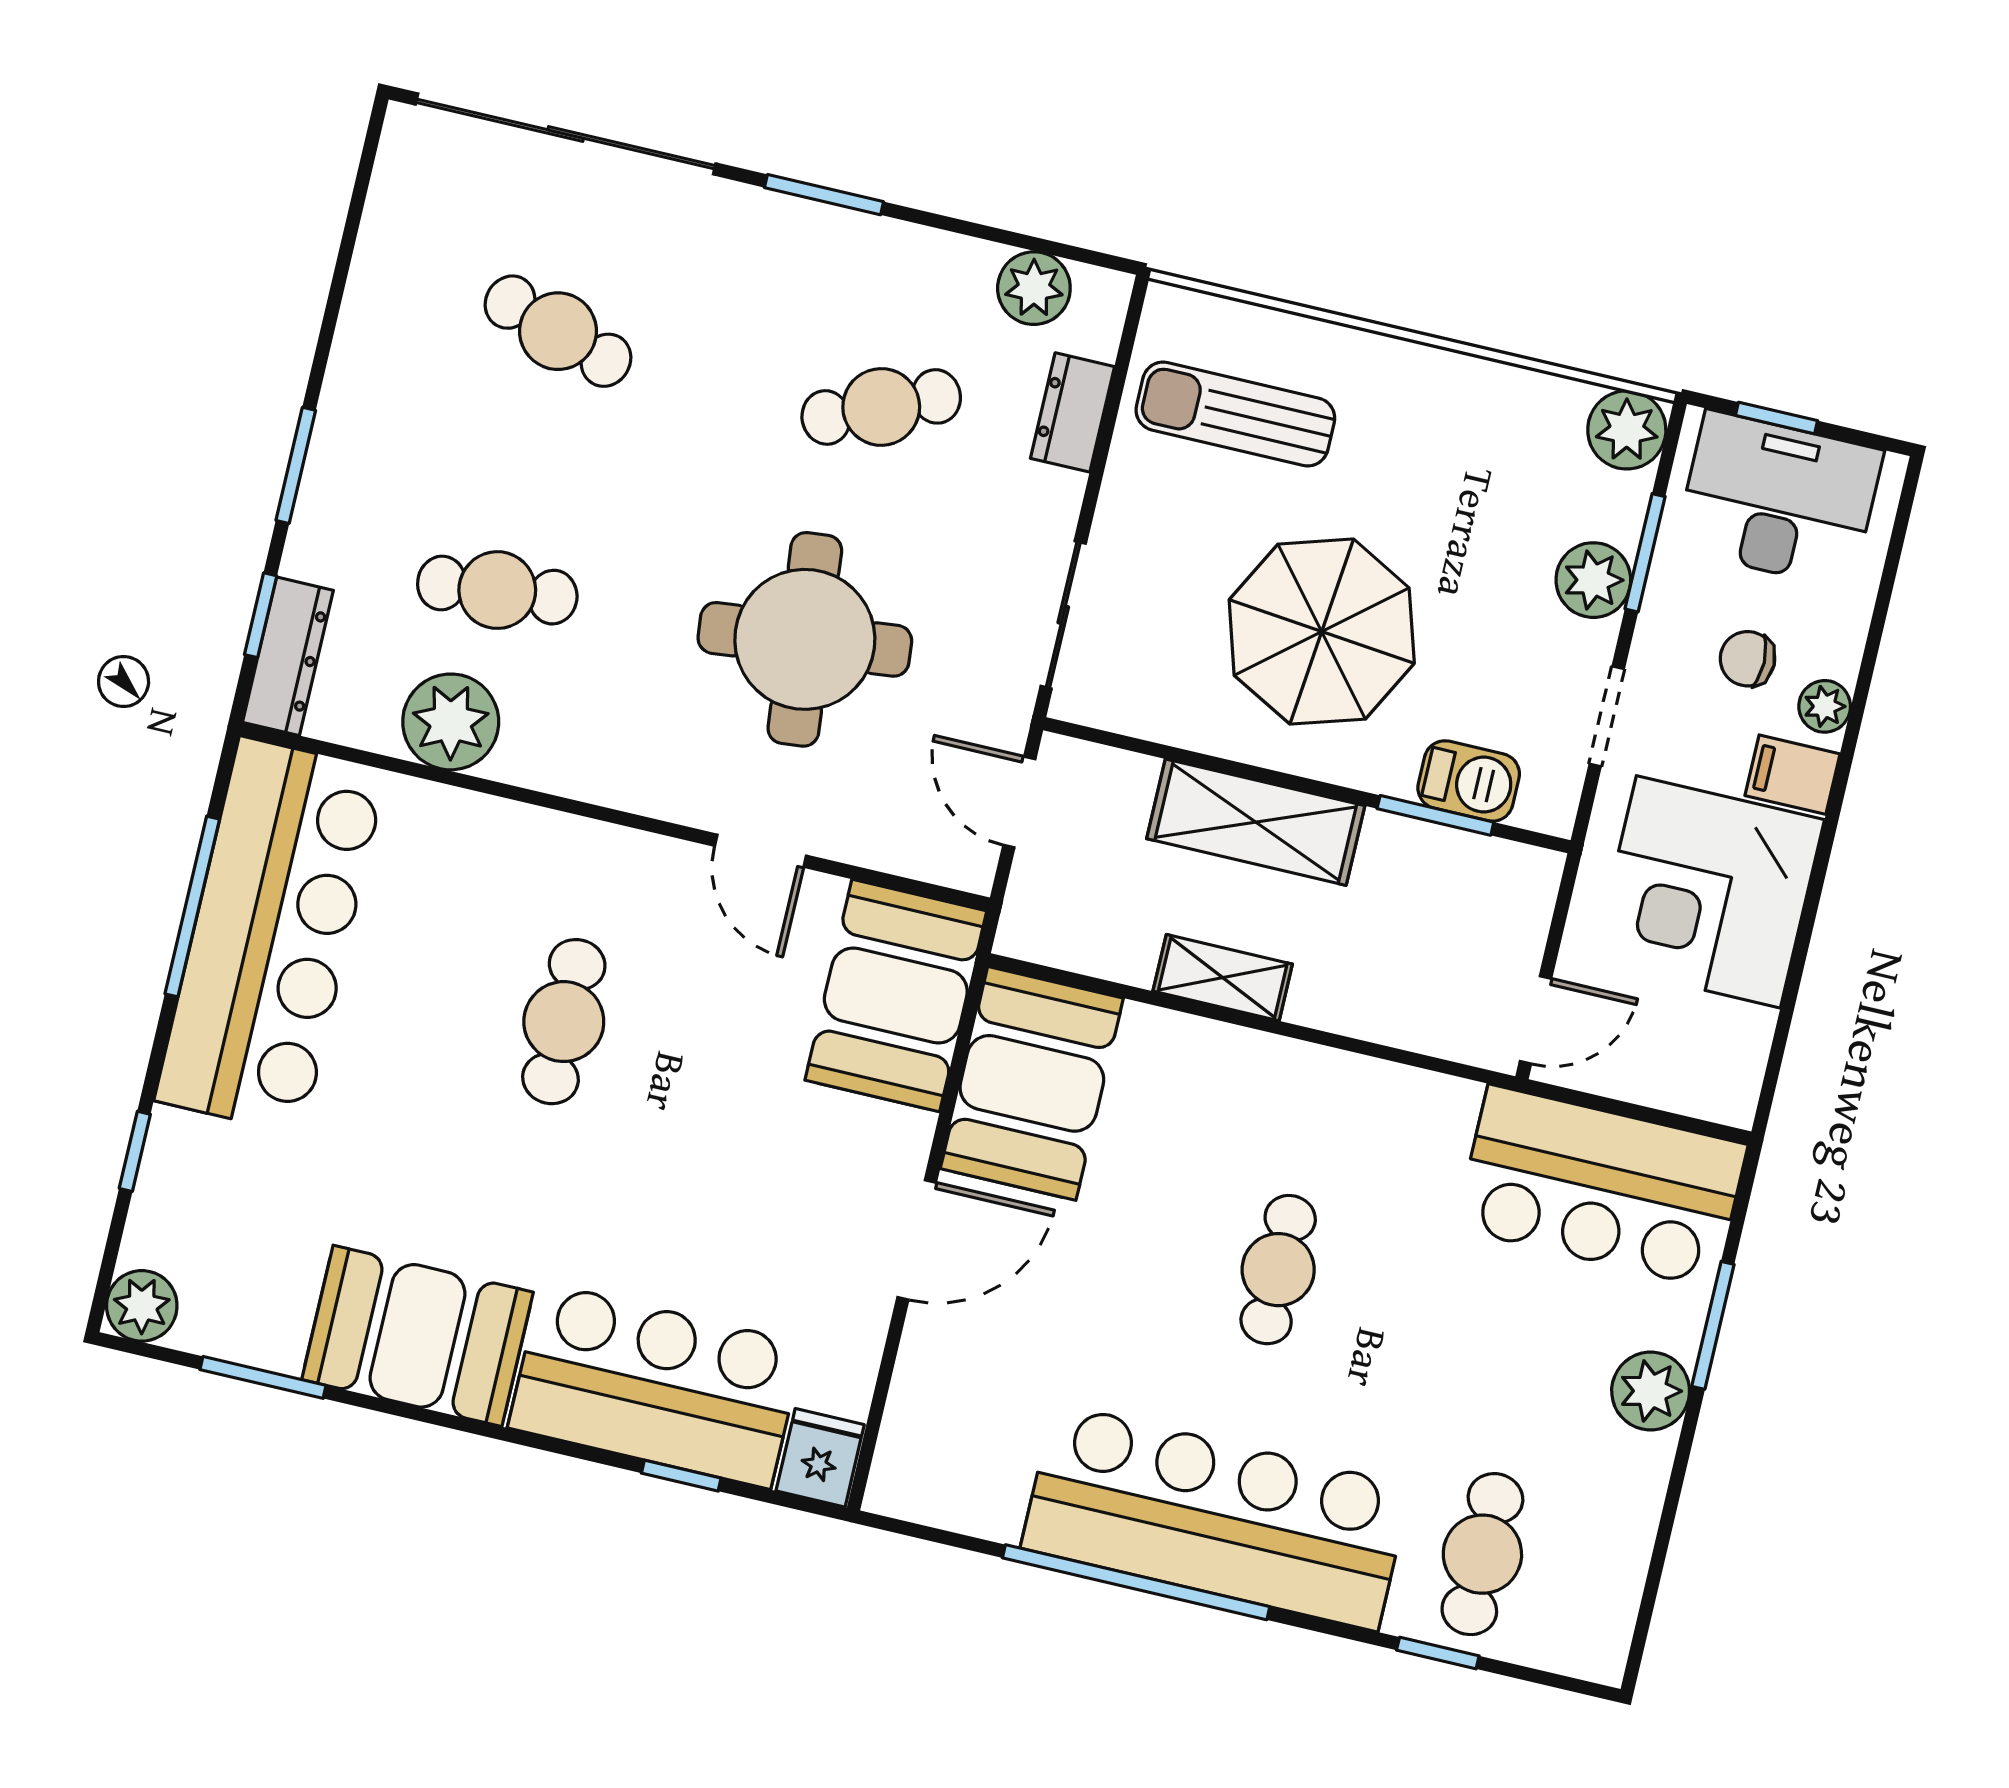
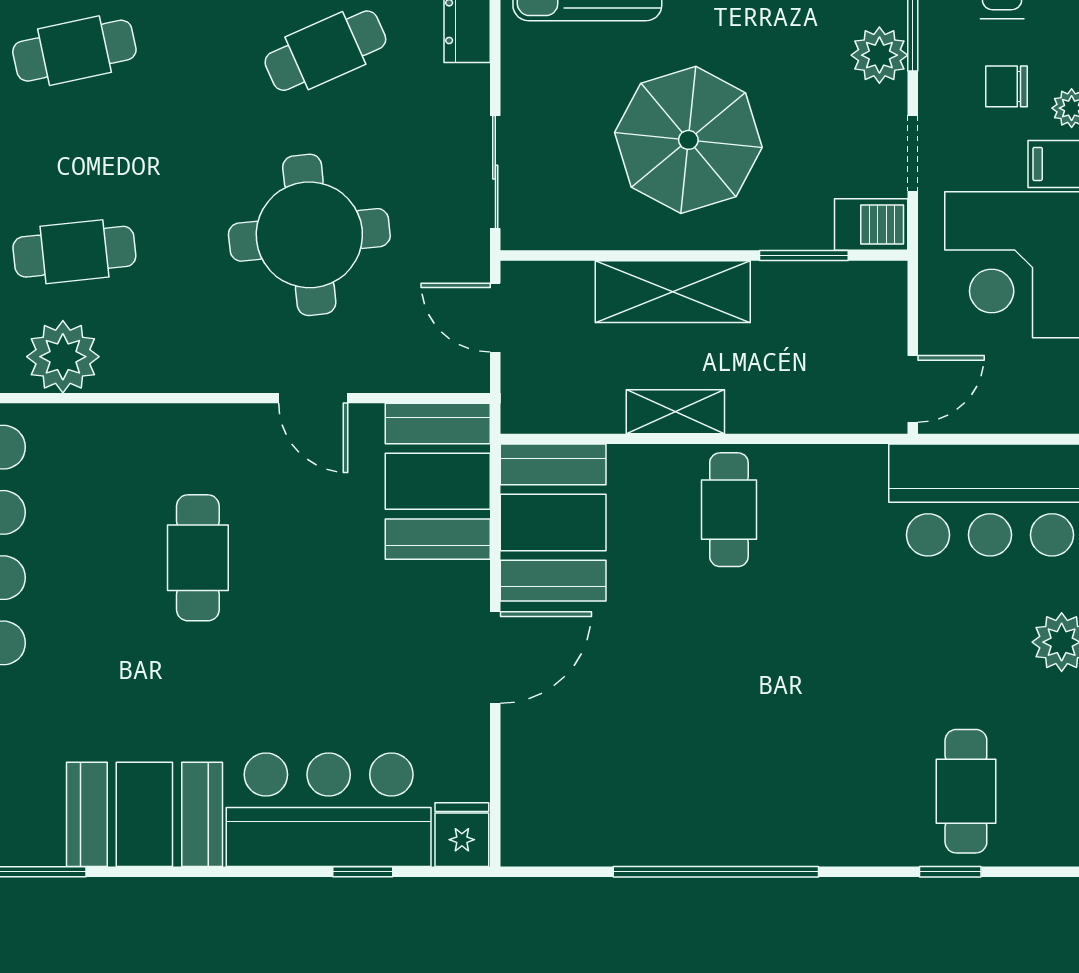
cafe table: (558, 331) -> (74, 51), turned -30
barbecue: (1469, 781) -> (871, 225), moved
cafe table: (1278, 1270) -> (729, 510), moved
bar counter: (1216, 1517) -> (763, 810), removed

